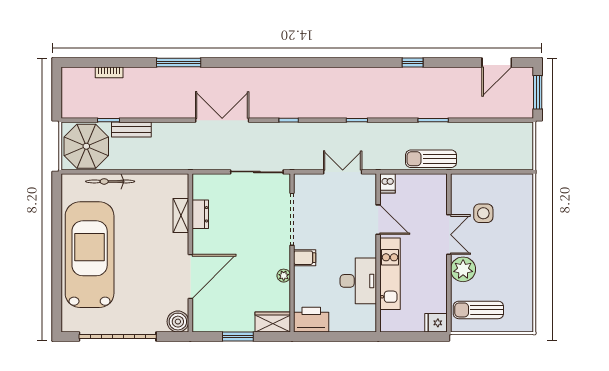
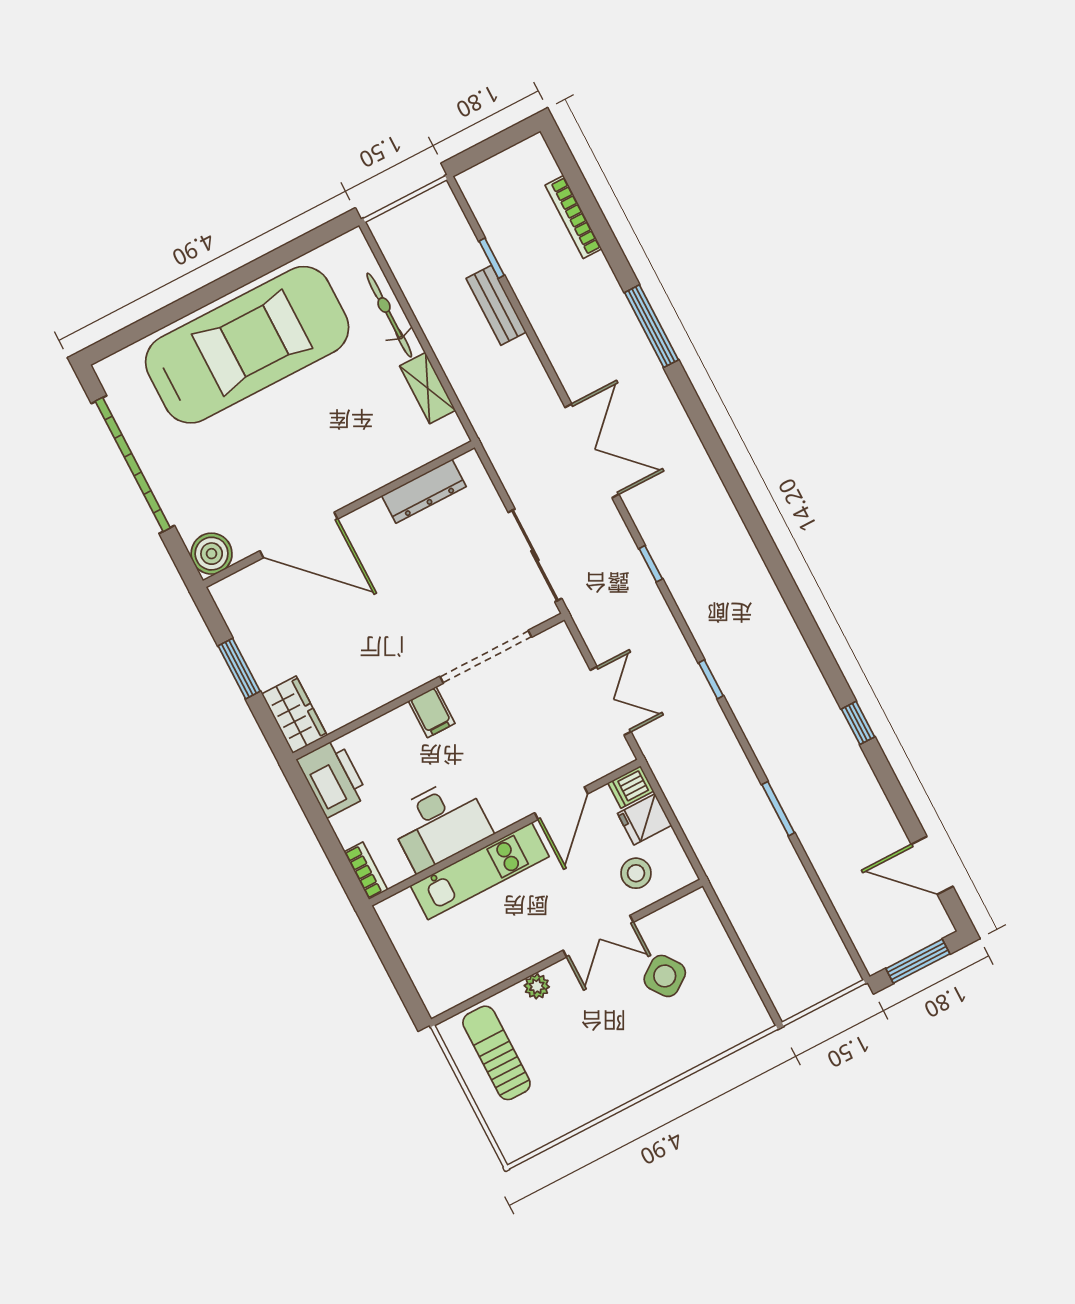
bookcase: (109, 72) -> (573, 217), width x1.56
parasol: (86, 146) -> (428, 244), removed
sun lounger: (431, 159) -> (711, 839), removed
stool: (429, 202) -> (636, 873), added
side table: (483, 213) -> (665, 976), turned -36
dresser: (200, 214) -> (424, 491), width x1.44
shelving: (181, 216) -> (428, 388), moved, turned 90
plant: (463, 269) -> (537, 986), width x0.53, depth x0.53
plant: (284, 276) -> (383, 692), removed
fridge: (436, 323) -> (645, 819), moved, turned -90
bookcase: (362, 327) -> (366, 871), added

